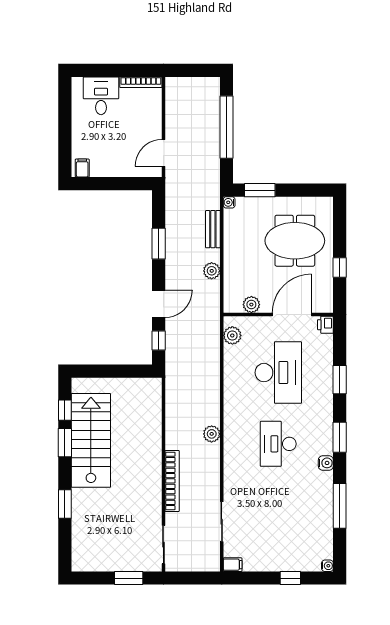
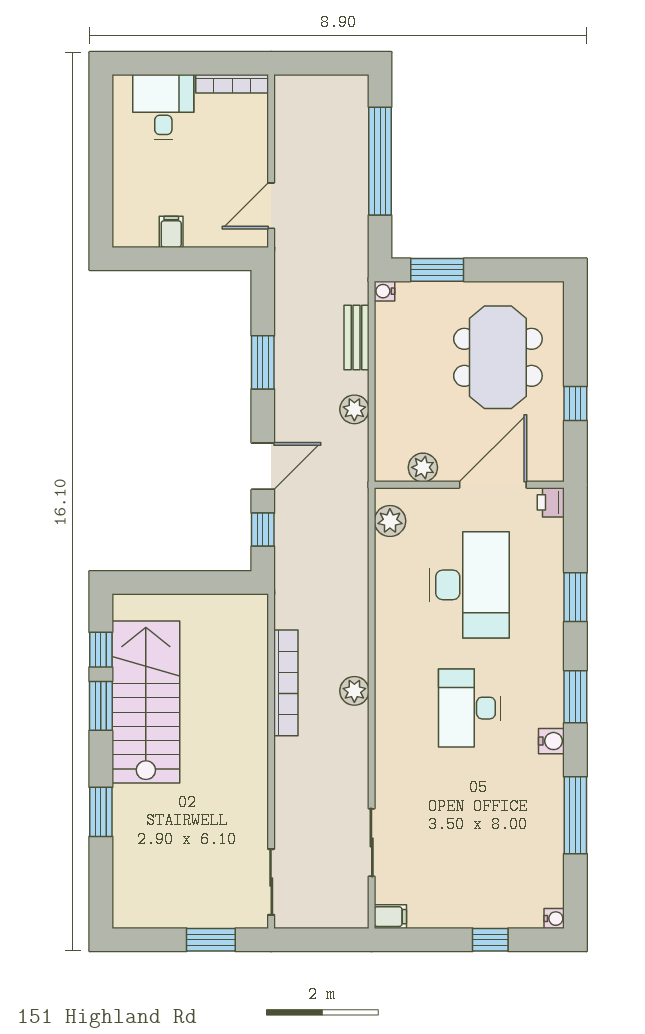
filing cabinet: (82, 168) -> (171, 232), moved
meeting table: (295, 241) -> (498, 357), turned 90
bookcase: (172, 481) -> (286, 683), moved

